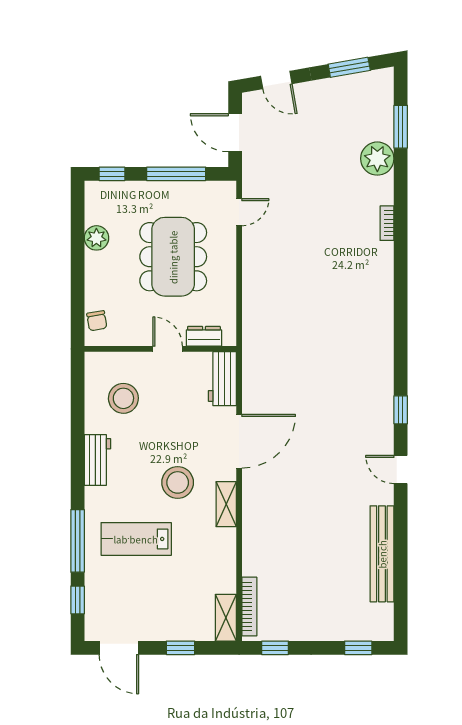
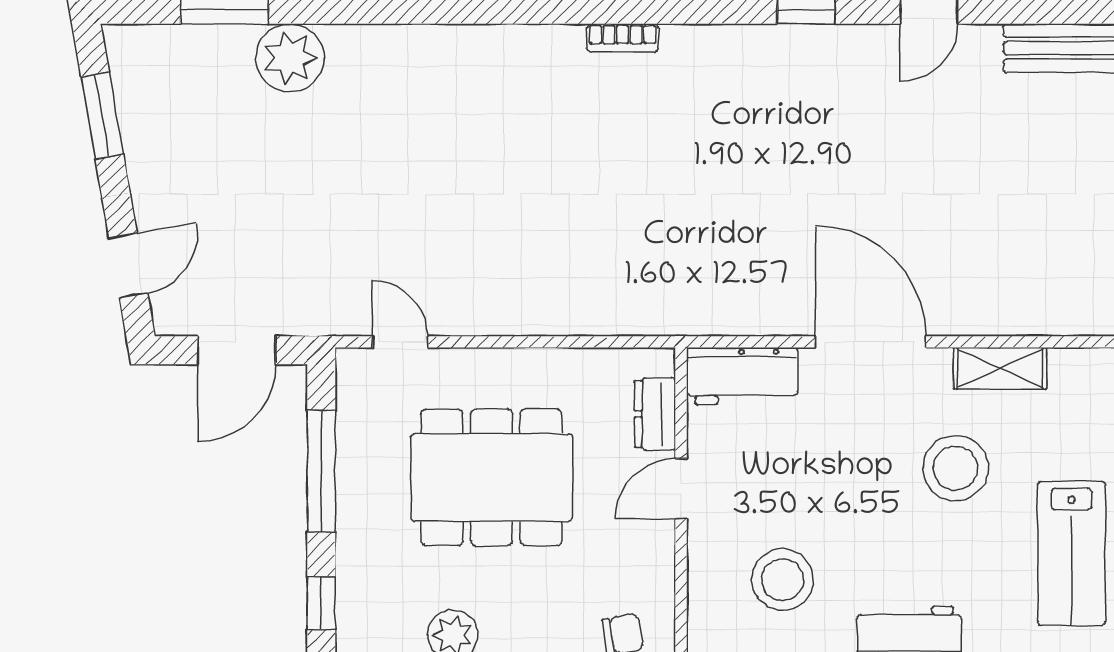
bookcase: (387, 223) -> (623, 38), moved

